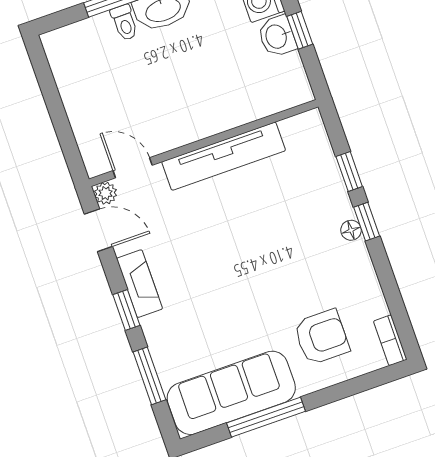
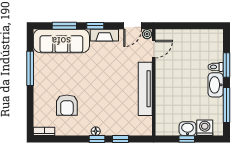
armchair: (322, 337) -> (67, 105), moved
sofa: (231, 393) -> (61, 41), moved, turned 90

